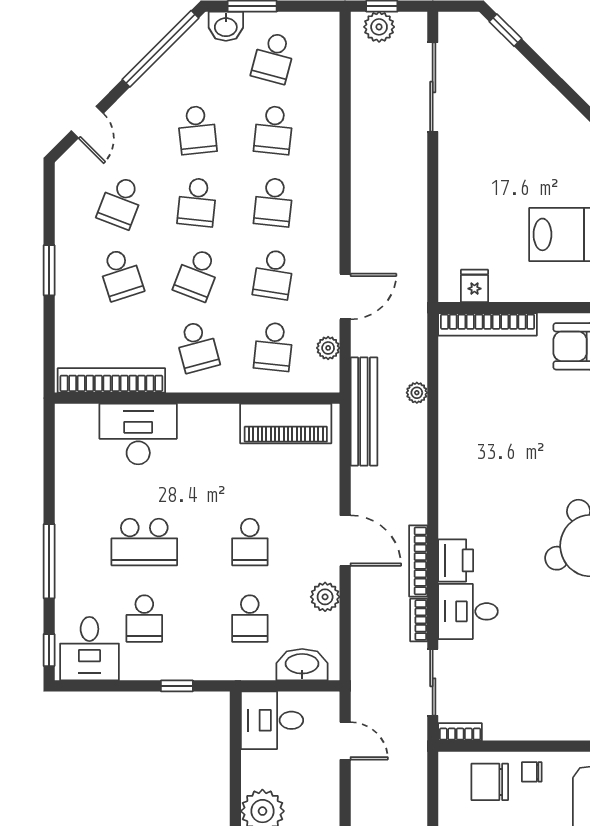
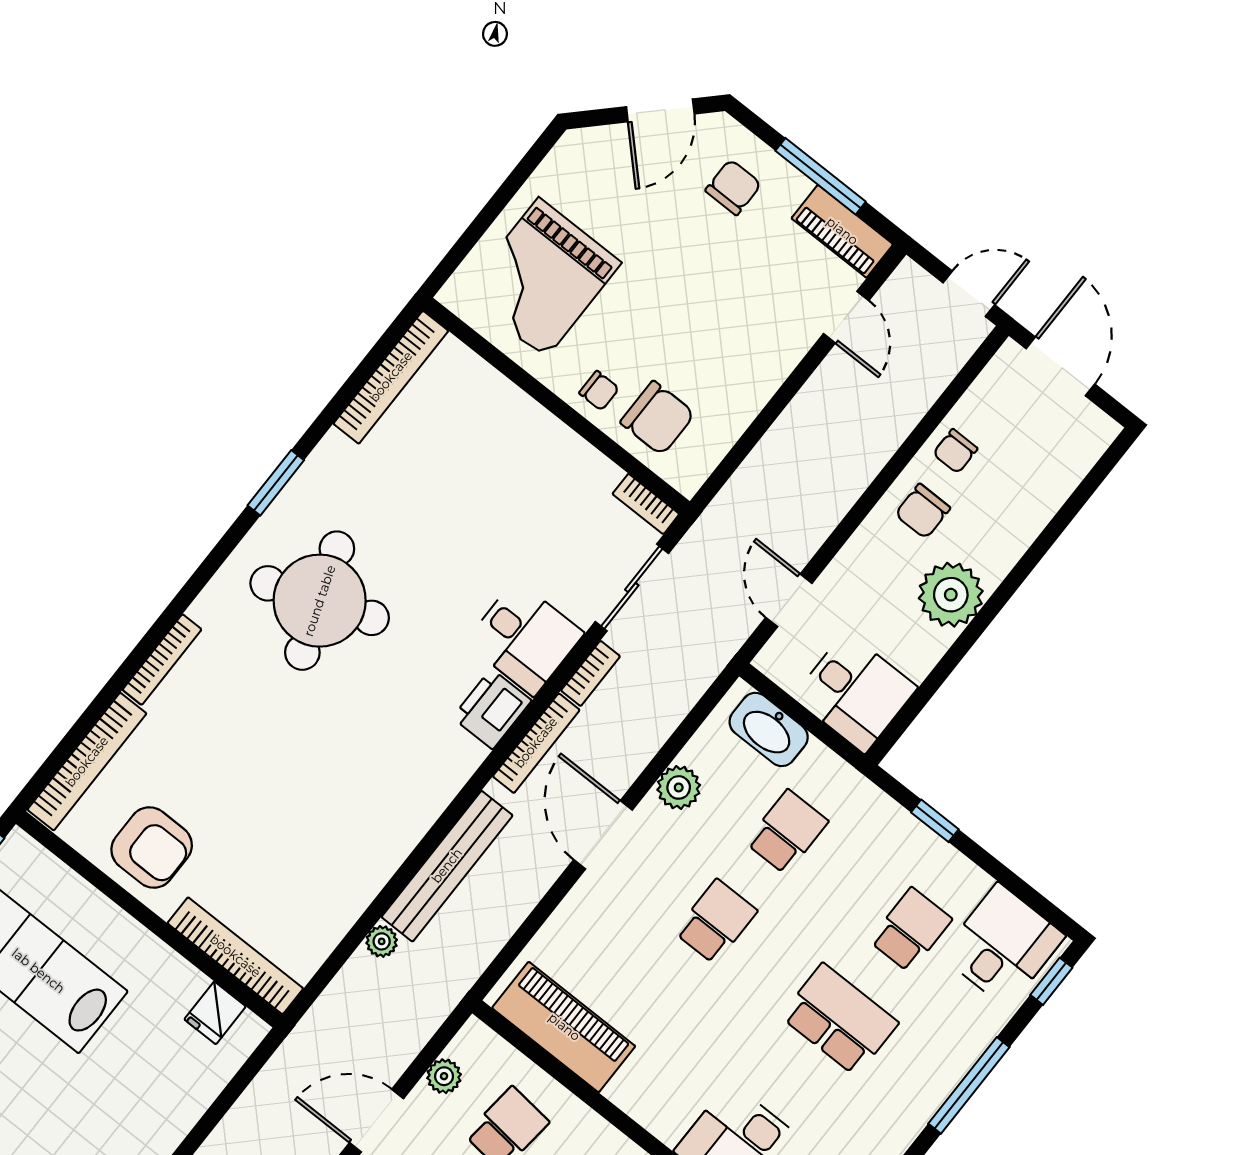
bench: (364, 411) -> (447, 866), moved

